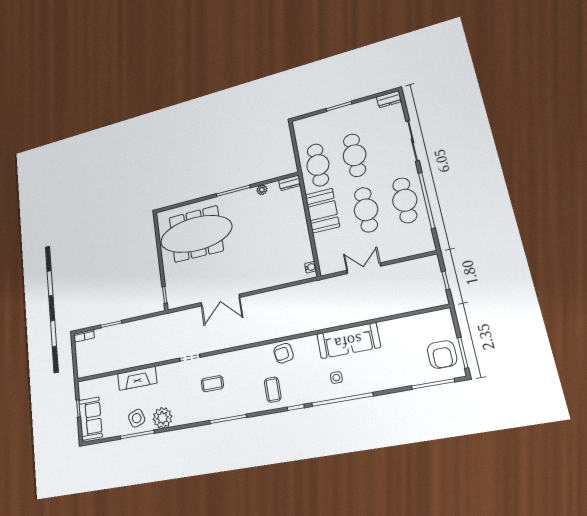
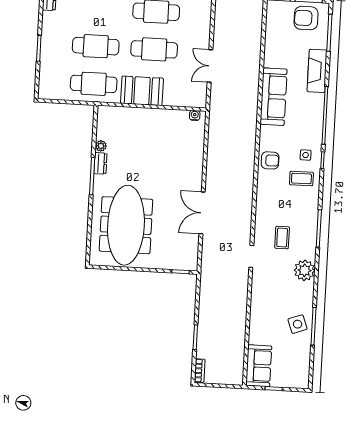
dresser: (290, 183) -> (100, 163), moved
double door: (220, 300) -> (202, 213), swing flipped
armchair: (284, 353) -> (270, 160), turned -81
armchair: (442, 355) -> (306, 18), turned 180
fireplace: (137, 378) -> (317, 71), moved, turned 180
side table: (336, 378) -> (306, 155), moved
plant: (162, 418) -> (305, 270), moved
sofa: (91, 419) -> (259, 366), moved, turned 90

